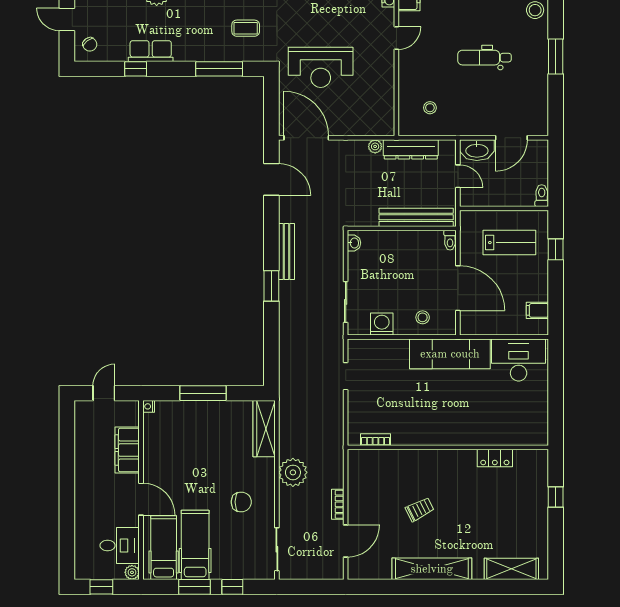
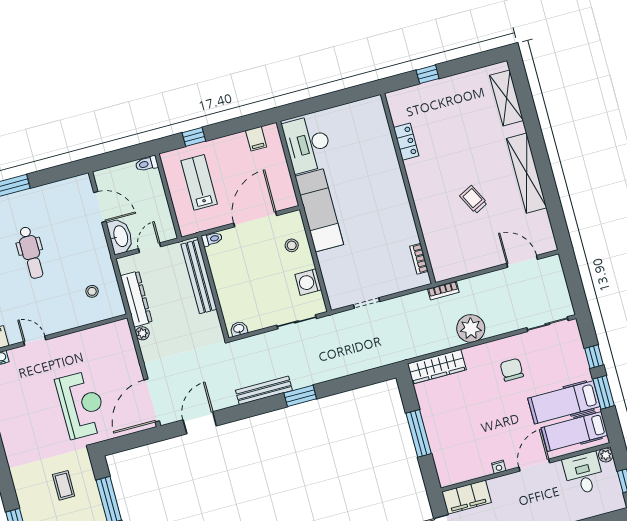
nightstand: (149, 406) -> (499, 467), moved
filing cabinet: (127, 450) -> (466, 497), moved
bookcase: (338, 504) -> (443, 290), moved

